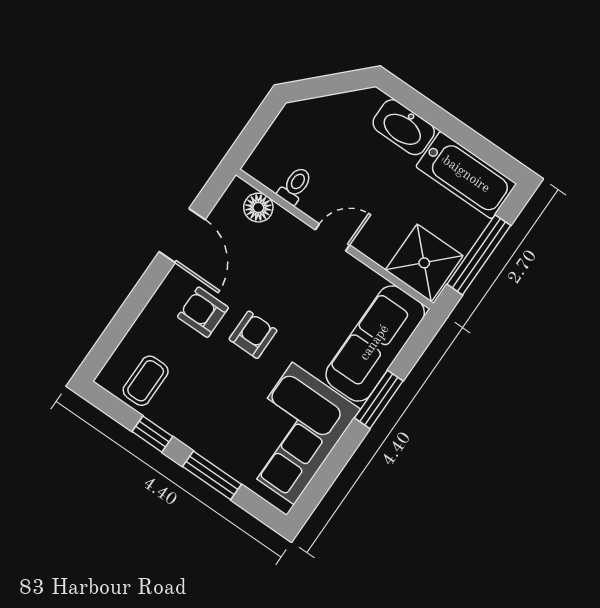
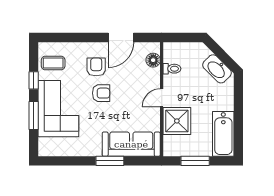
washbasin: (404, 127) -> (217, 69), moved, turned -45
door: (332, 237) -> (162, 98), swing flipped
window: (479, 255) -> (195, 161), width x0.69
shower: (424, 263) -> (177, 121), moved
corner sofa: (293, 433) -> (58, 109), moved, turned 90

